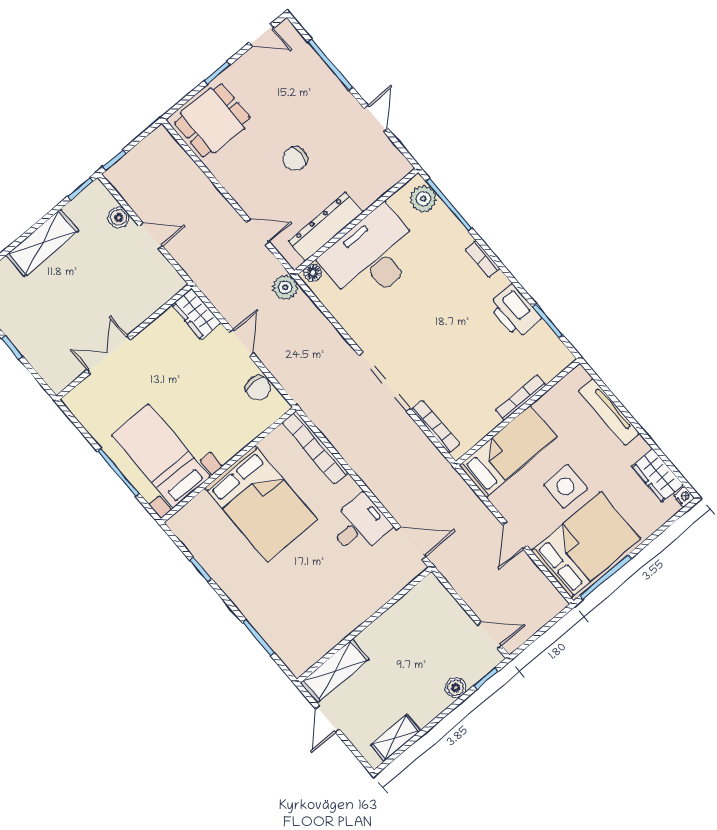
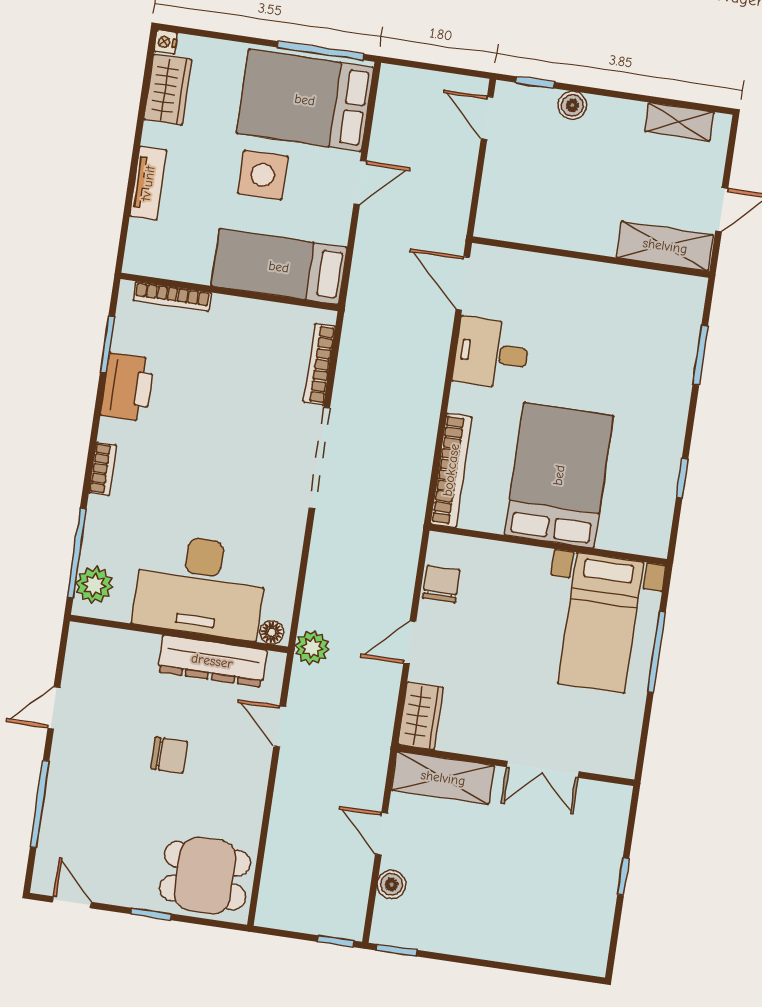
shelving: (42, 243) -> (443, 778), moved
bookcase: (521, 398) -> (172, 297), moved
tv unit: (609, 412) -> (148, 183), width x0.71

